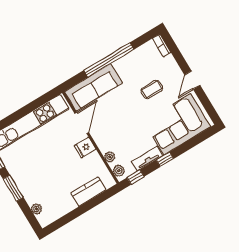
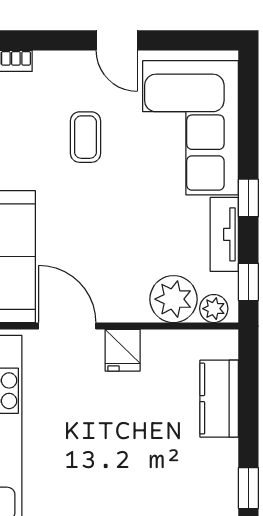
plant: (110, 157) -> (173, 299), width x1.88, depth x1.88
window: (63, 221) -> (248, 488), added

